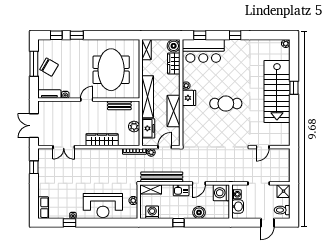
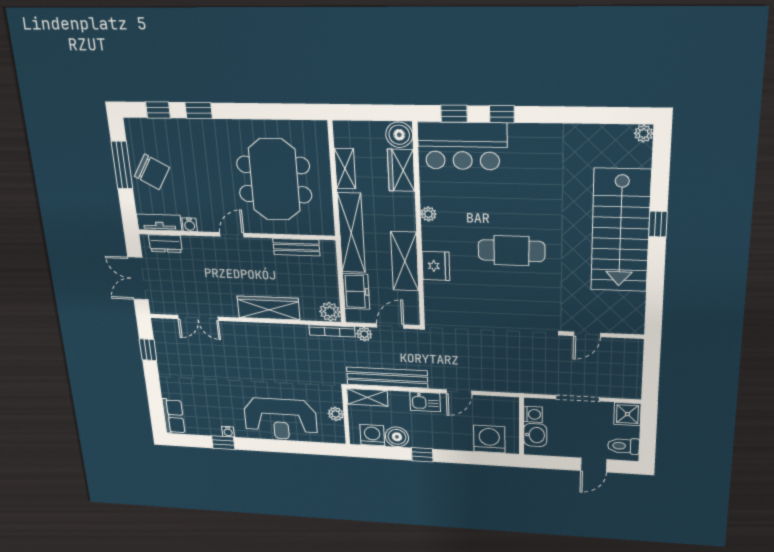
window: (235, 35) -> (502, 114), moved
shelving: (147, 50) -> (345, 169), moved
fridge: (189, 98) -> (436, 266), moved
dresser: (51, 106) -> (165, 244), added
plant: (134, 126) -> (330, 312), moved
washing machine: (221, 193) -> (489, 439), moved, turned 90
boiler: (199, 212) -> (397, 437), moved

